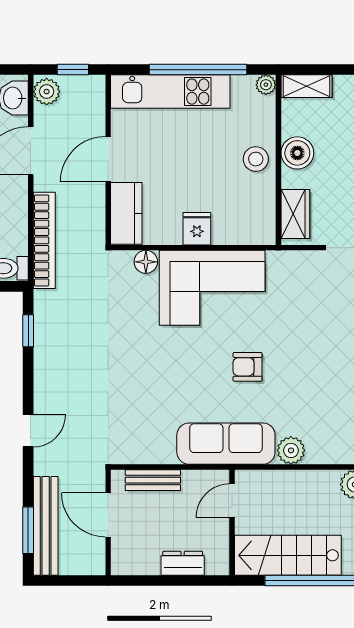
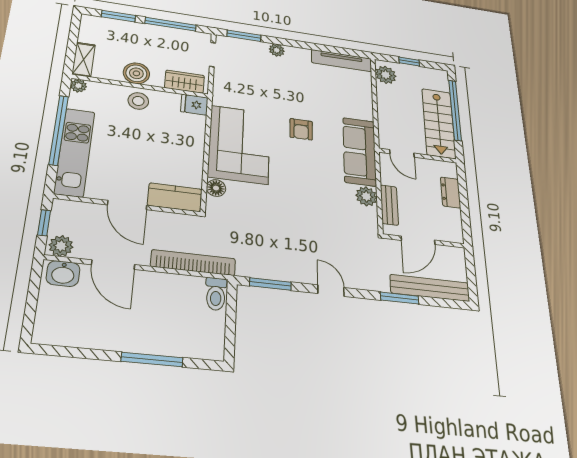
fridge: (197, 229) -> (194, 105), moved
window: (28, 331) -> (270, 284), width x1.50
door: (28, 431) -> (331, 291), moved
plant: (291, 450) -> (366, 196), moved
window: (28, 530) -> (400, 298), moved

